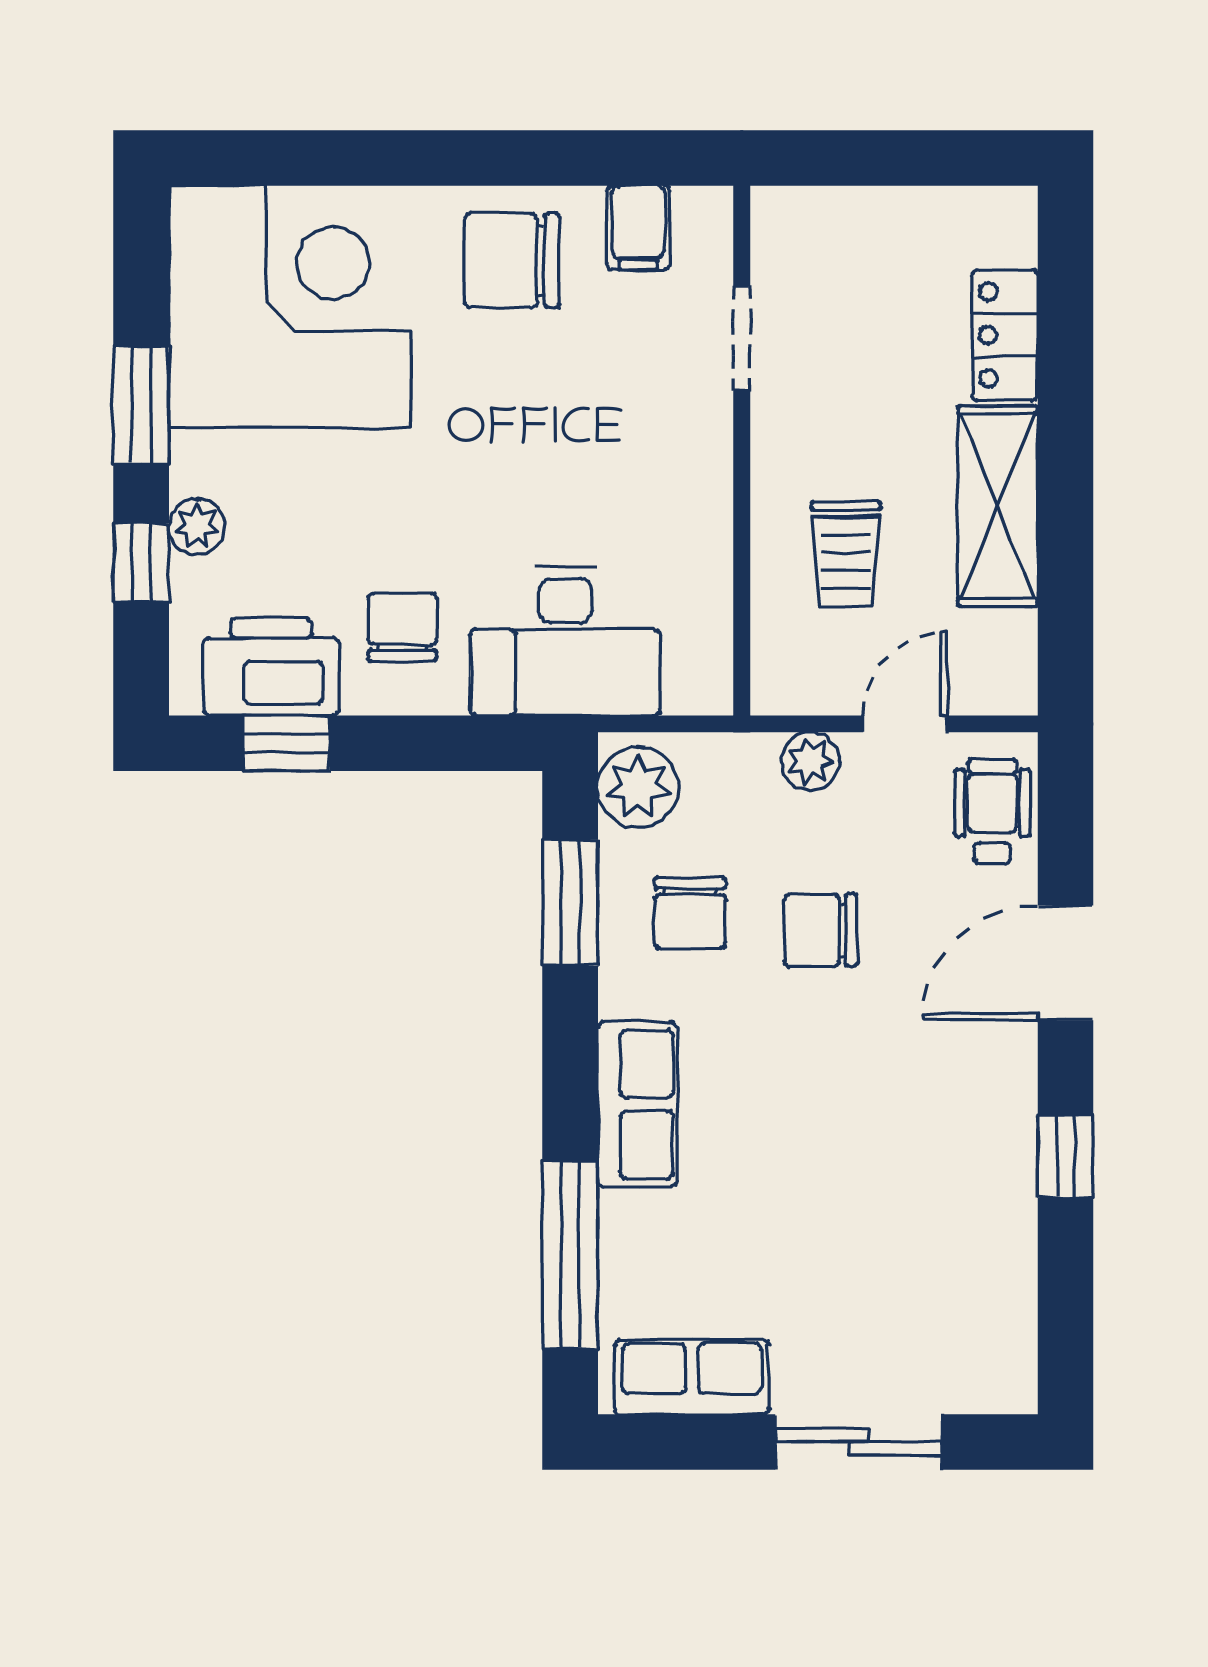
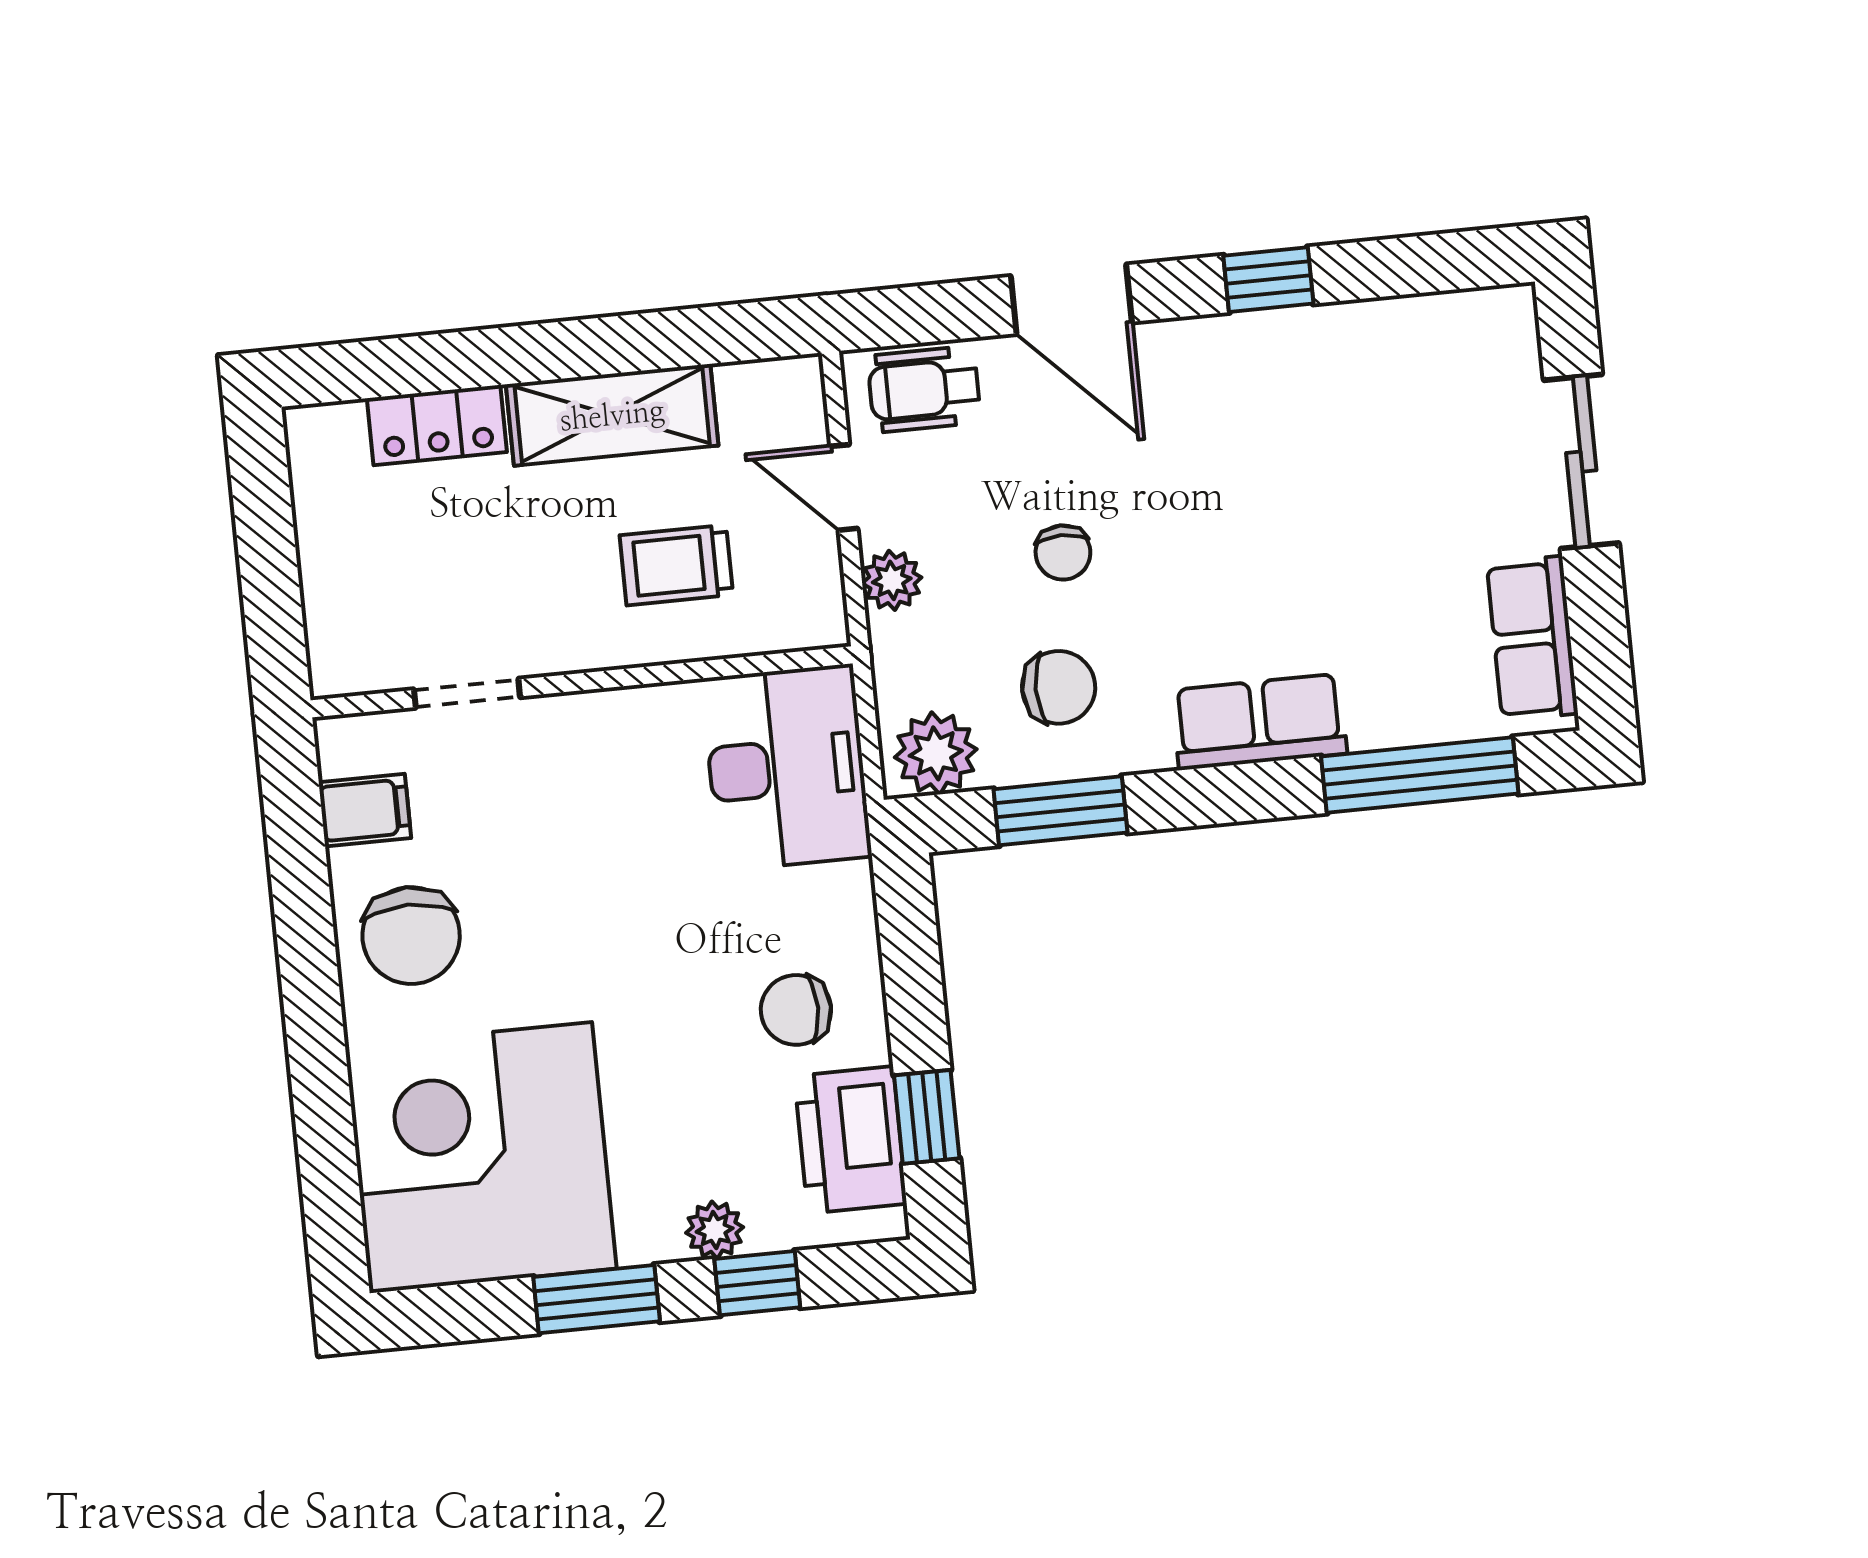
trolley: (846, 554) -> (676, 565), turned 180
desk: (565, 641) -> (787, 768), moved
chair: (821, 930) -> (1063, 553), width x0.73, depth x0.73

